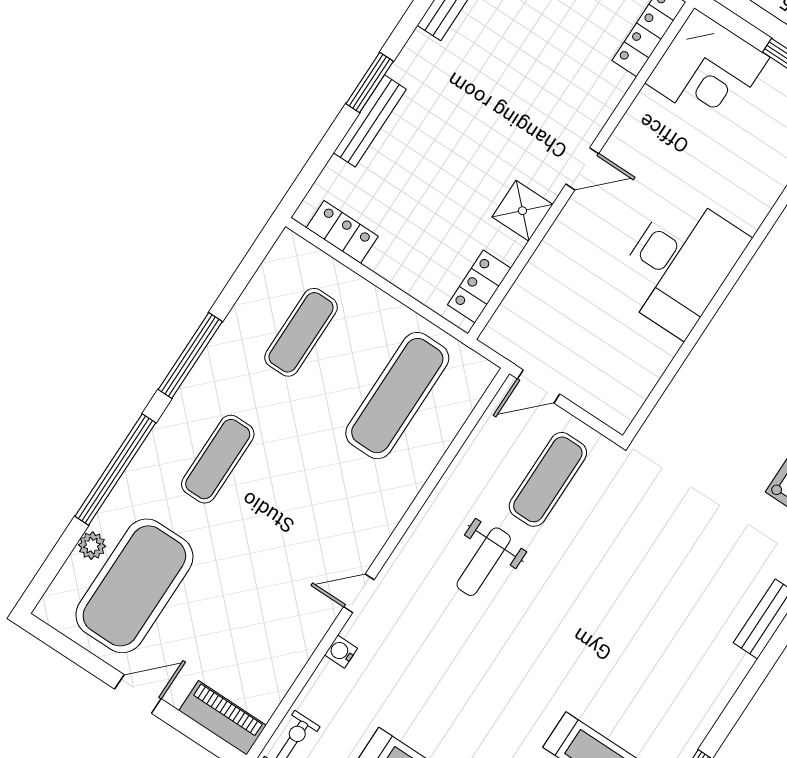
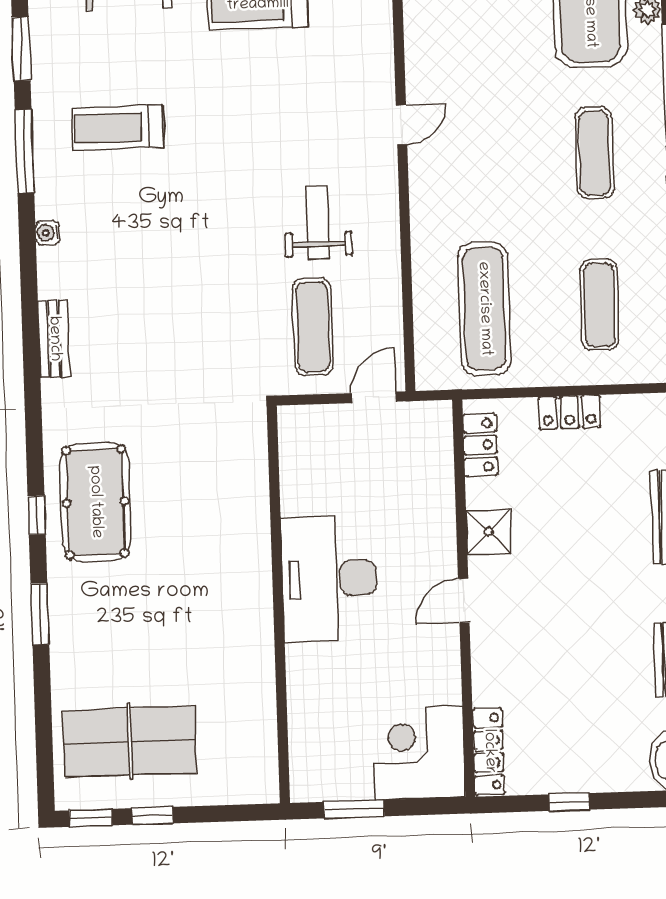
locker: (342, 232) -> (569, 412), moved
water cooler: (341, 652) -> (48, 233), moved, turned 180

